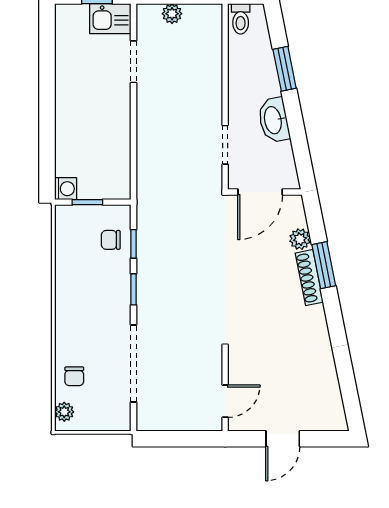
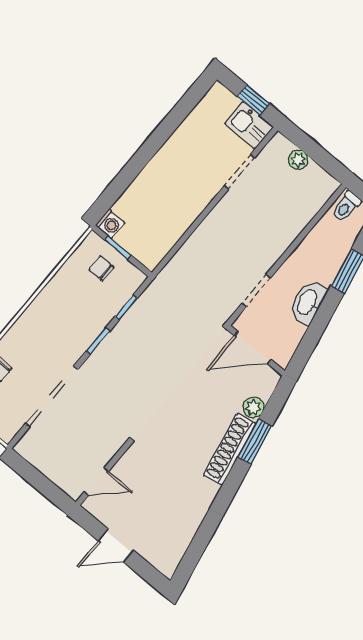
chair: (111, 240) -> (101, 268), moved
shoe rack: (309, 278) -> (230, 449), width x1.36, depth x1.24

